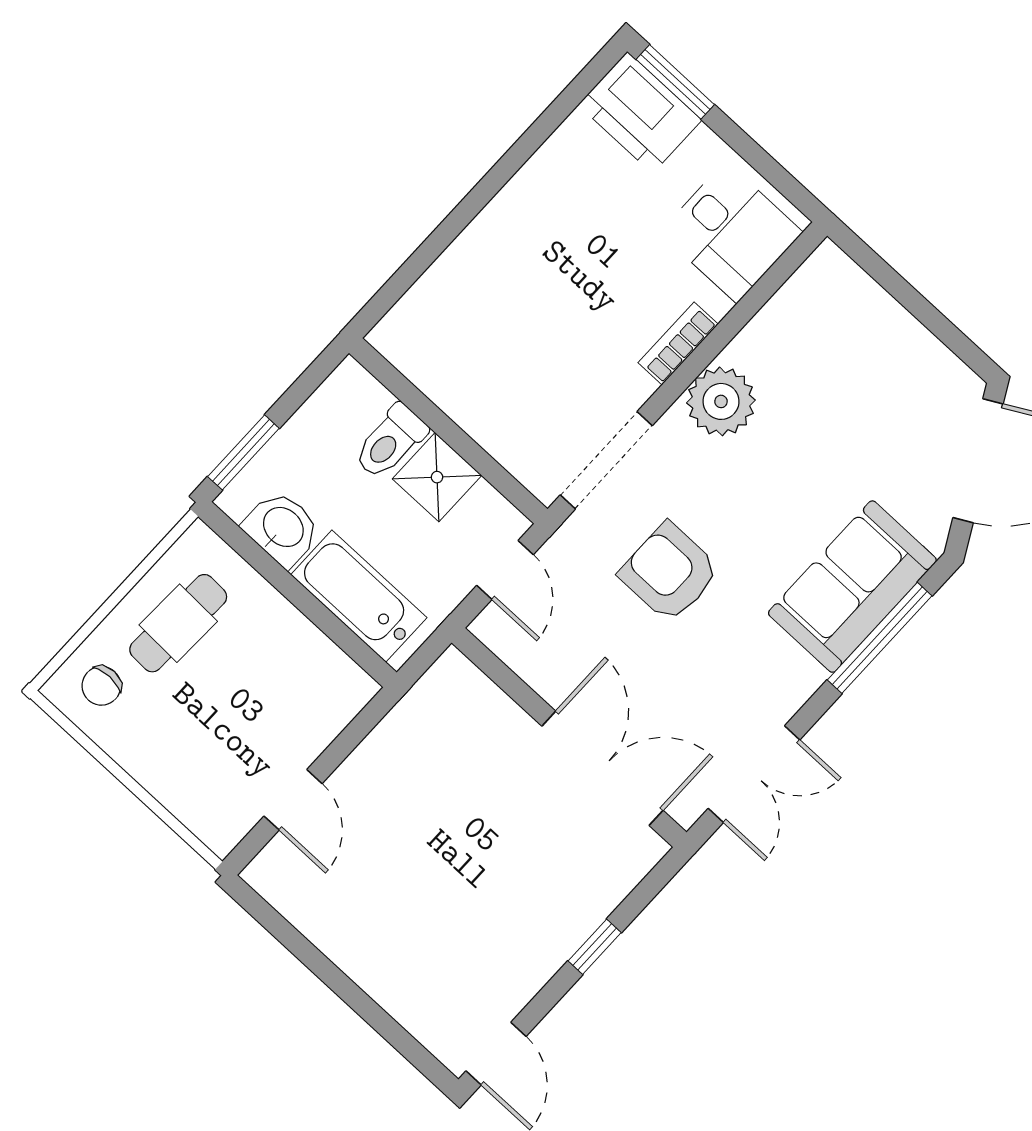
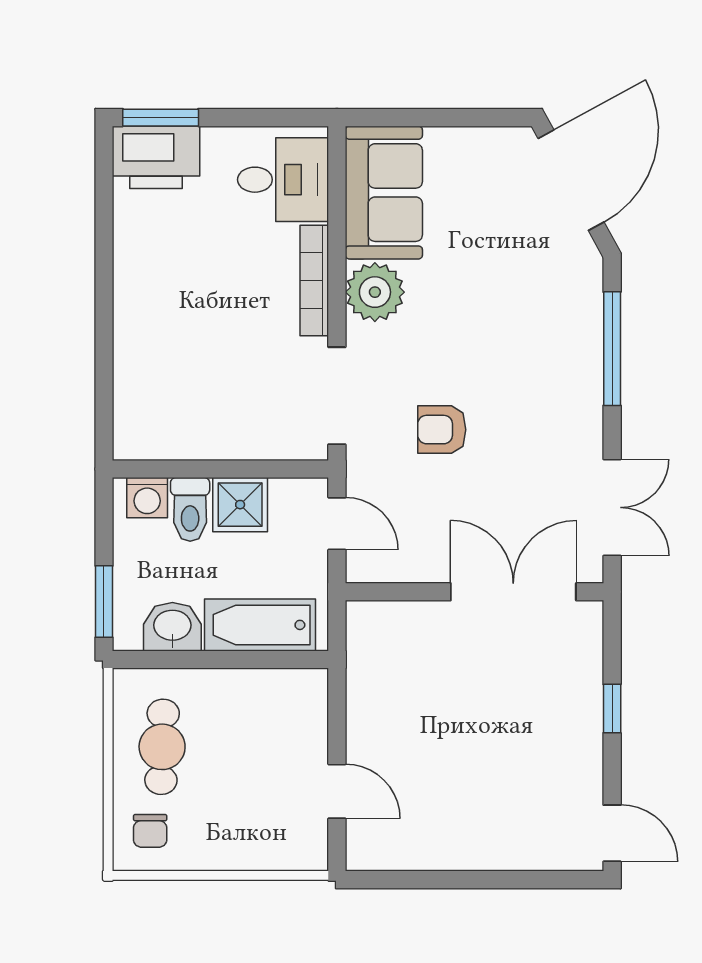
bookcase: (678, 343) -> (314, 280), width x1.56
washing machine: (363, 397) -> (147, 498), added
armchair: (670, 572) -> (442, 430), width x0.72, depth x0.72
sofa: (852, 587) -> (384, 193), moved, turned 180

